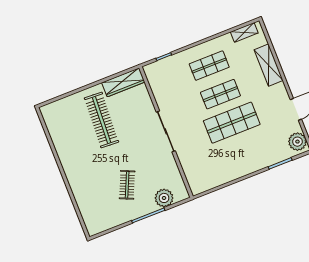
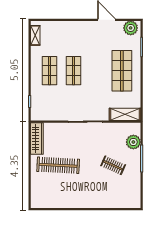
shelving: (269, 65) -> (125, 114), moved
shop shelf: (232, 123) -> (122, 71), moved

